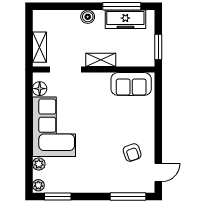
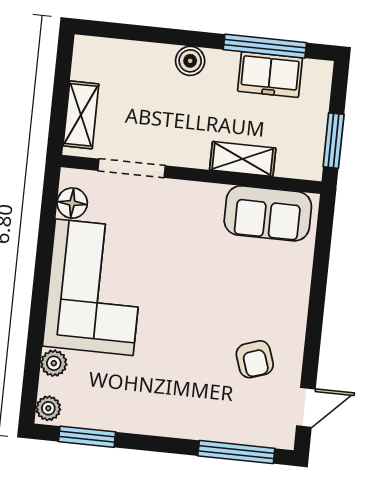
freezer: (125, 19) -> (270, 75), width x0.71
shelving: (101, 60) -> (243, 159), moved

